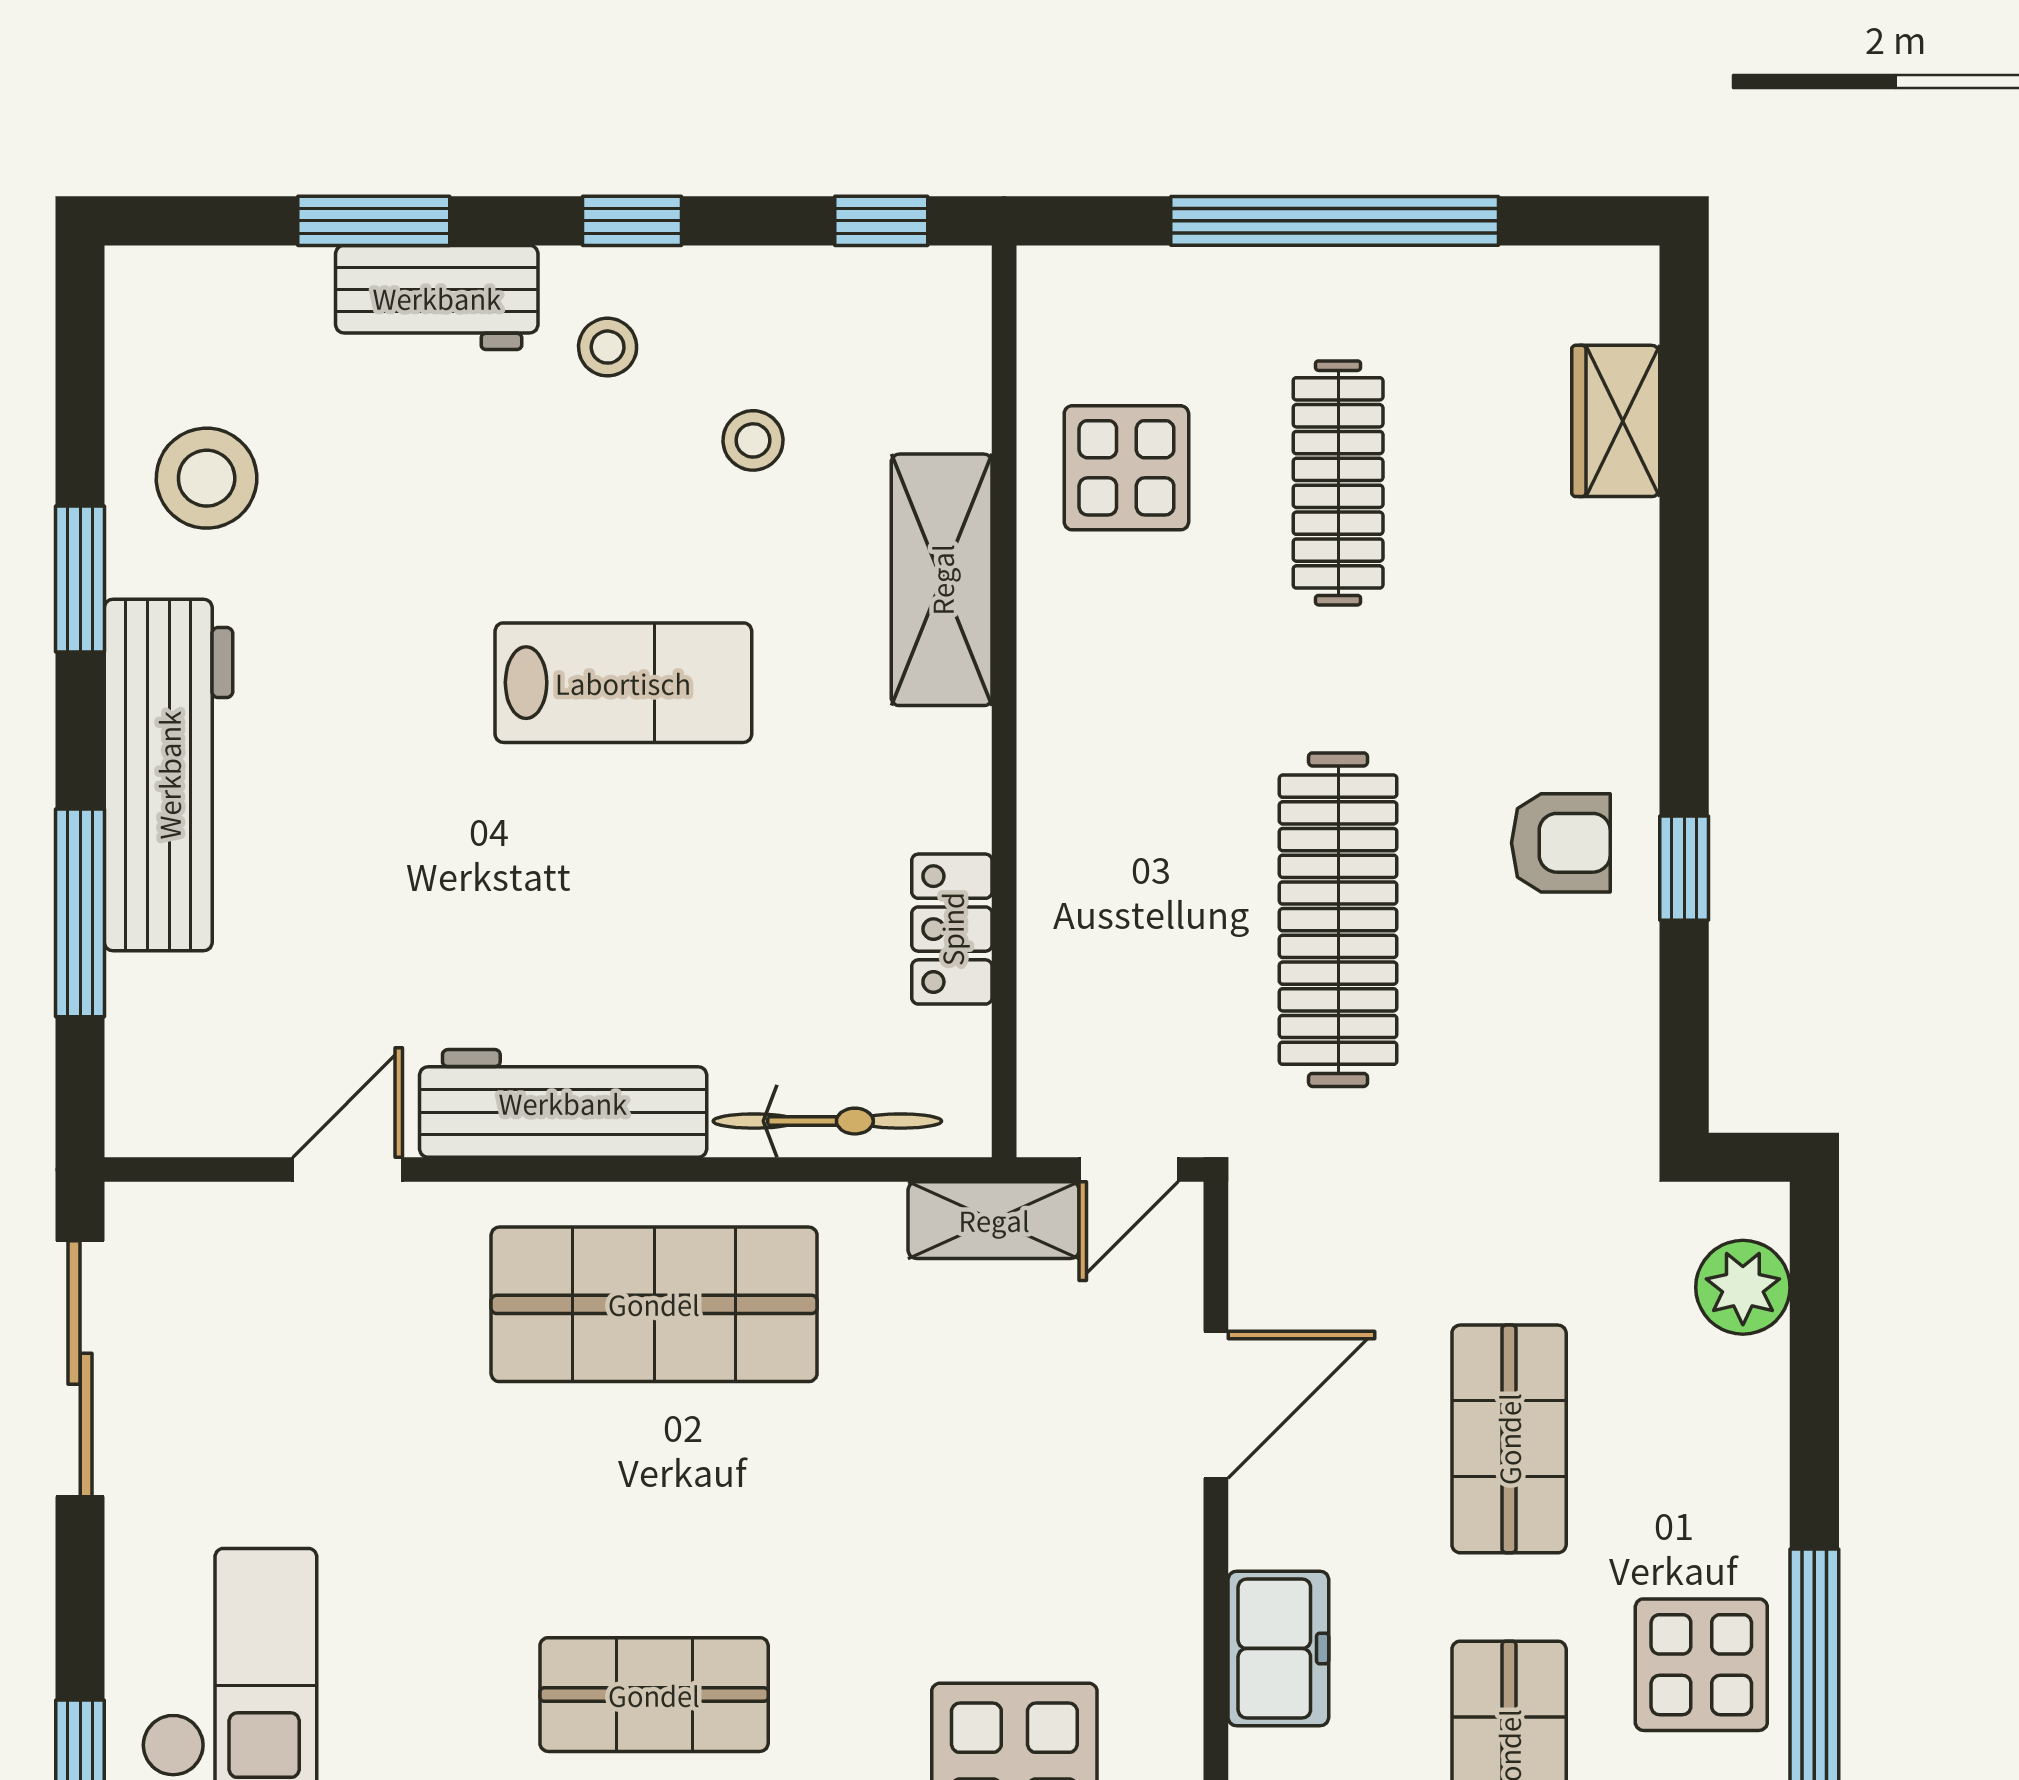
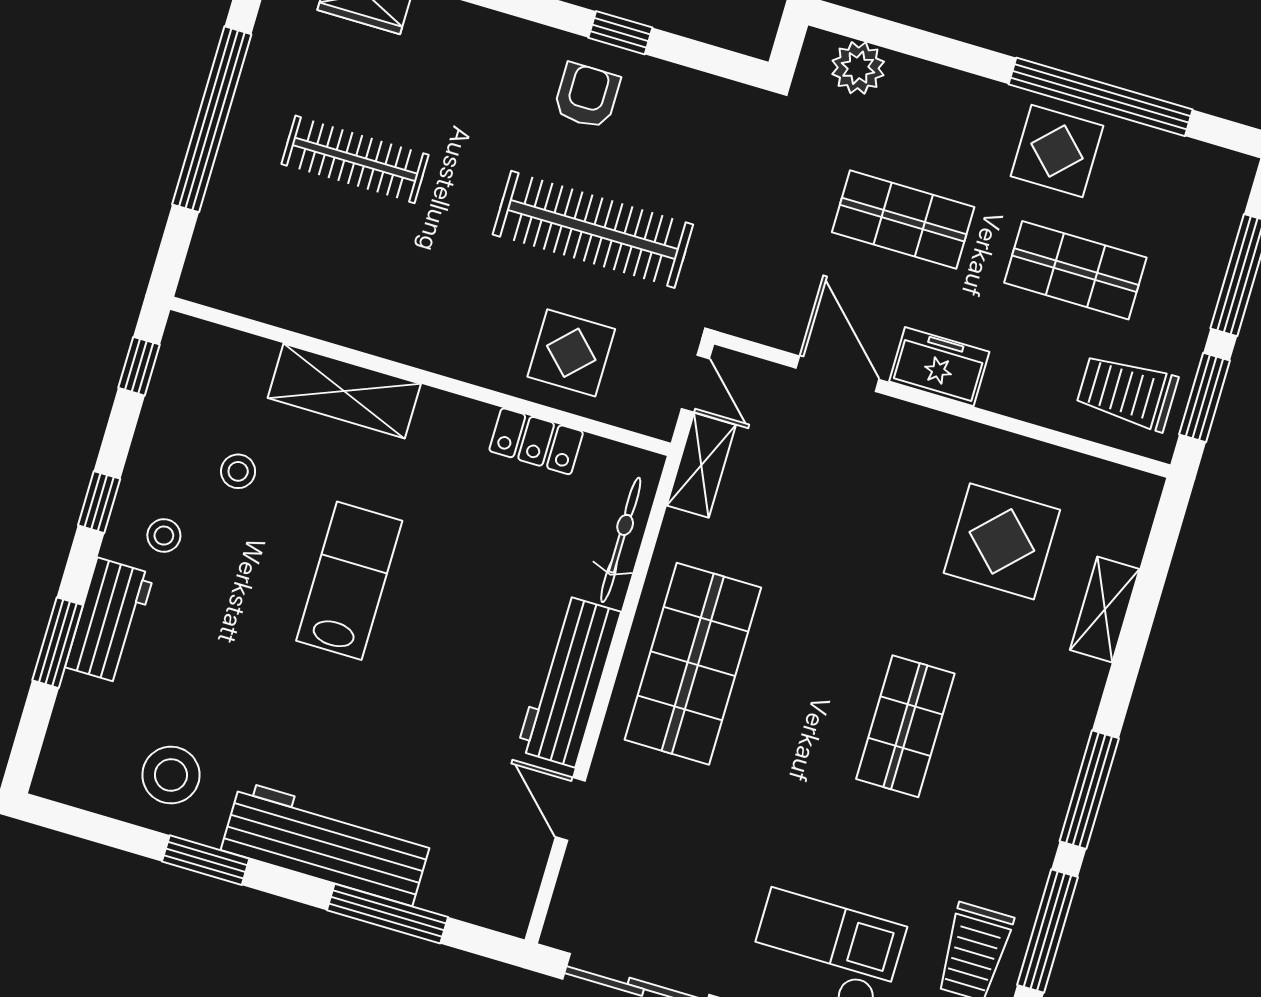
display table: (1126, 468) -> (571, 353), moved
freezer: (1278, 1648) -> (939, 367), moved

